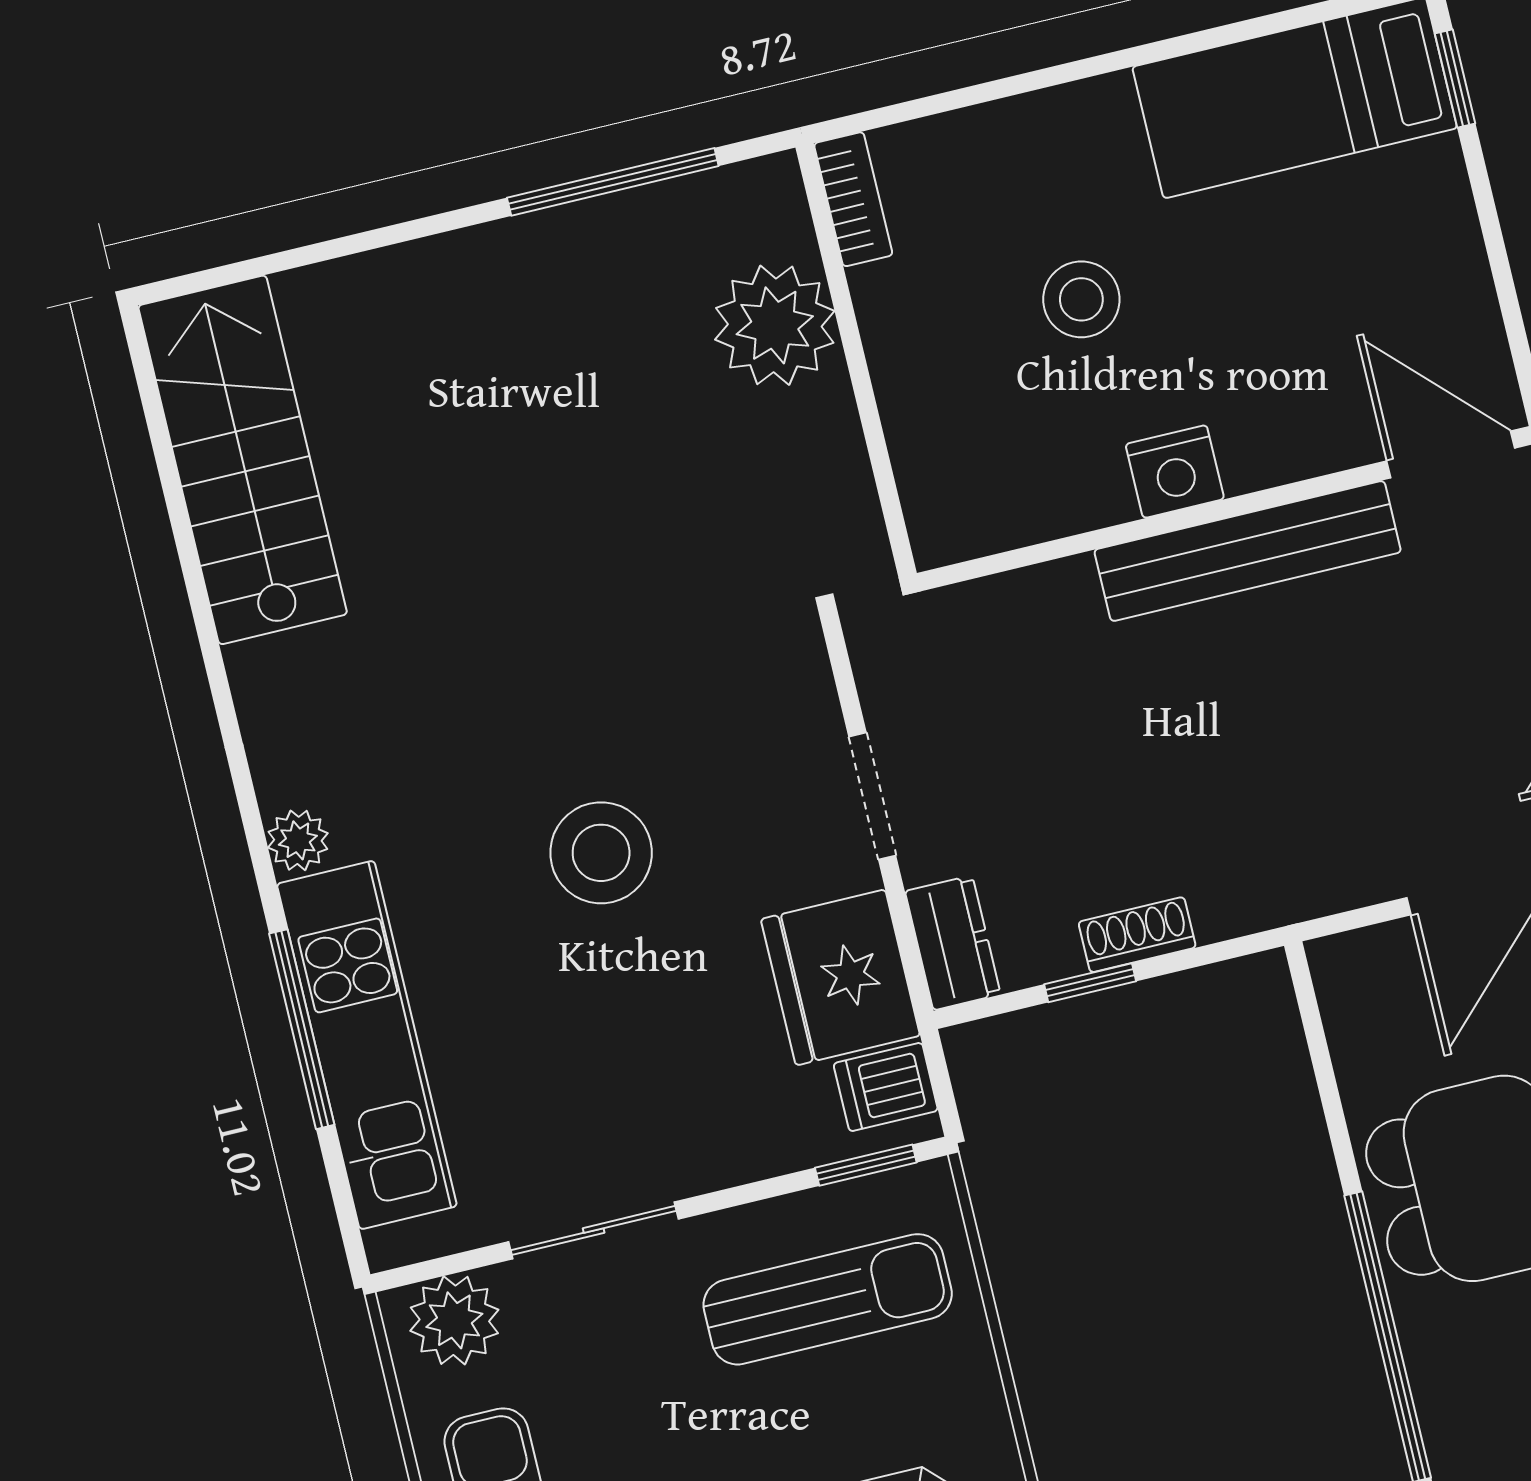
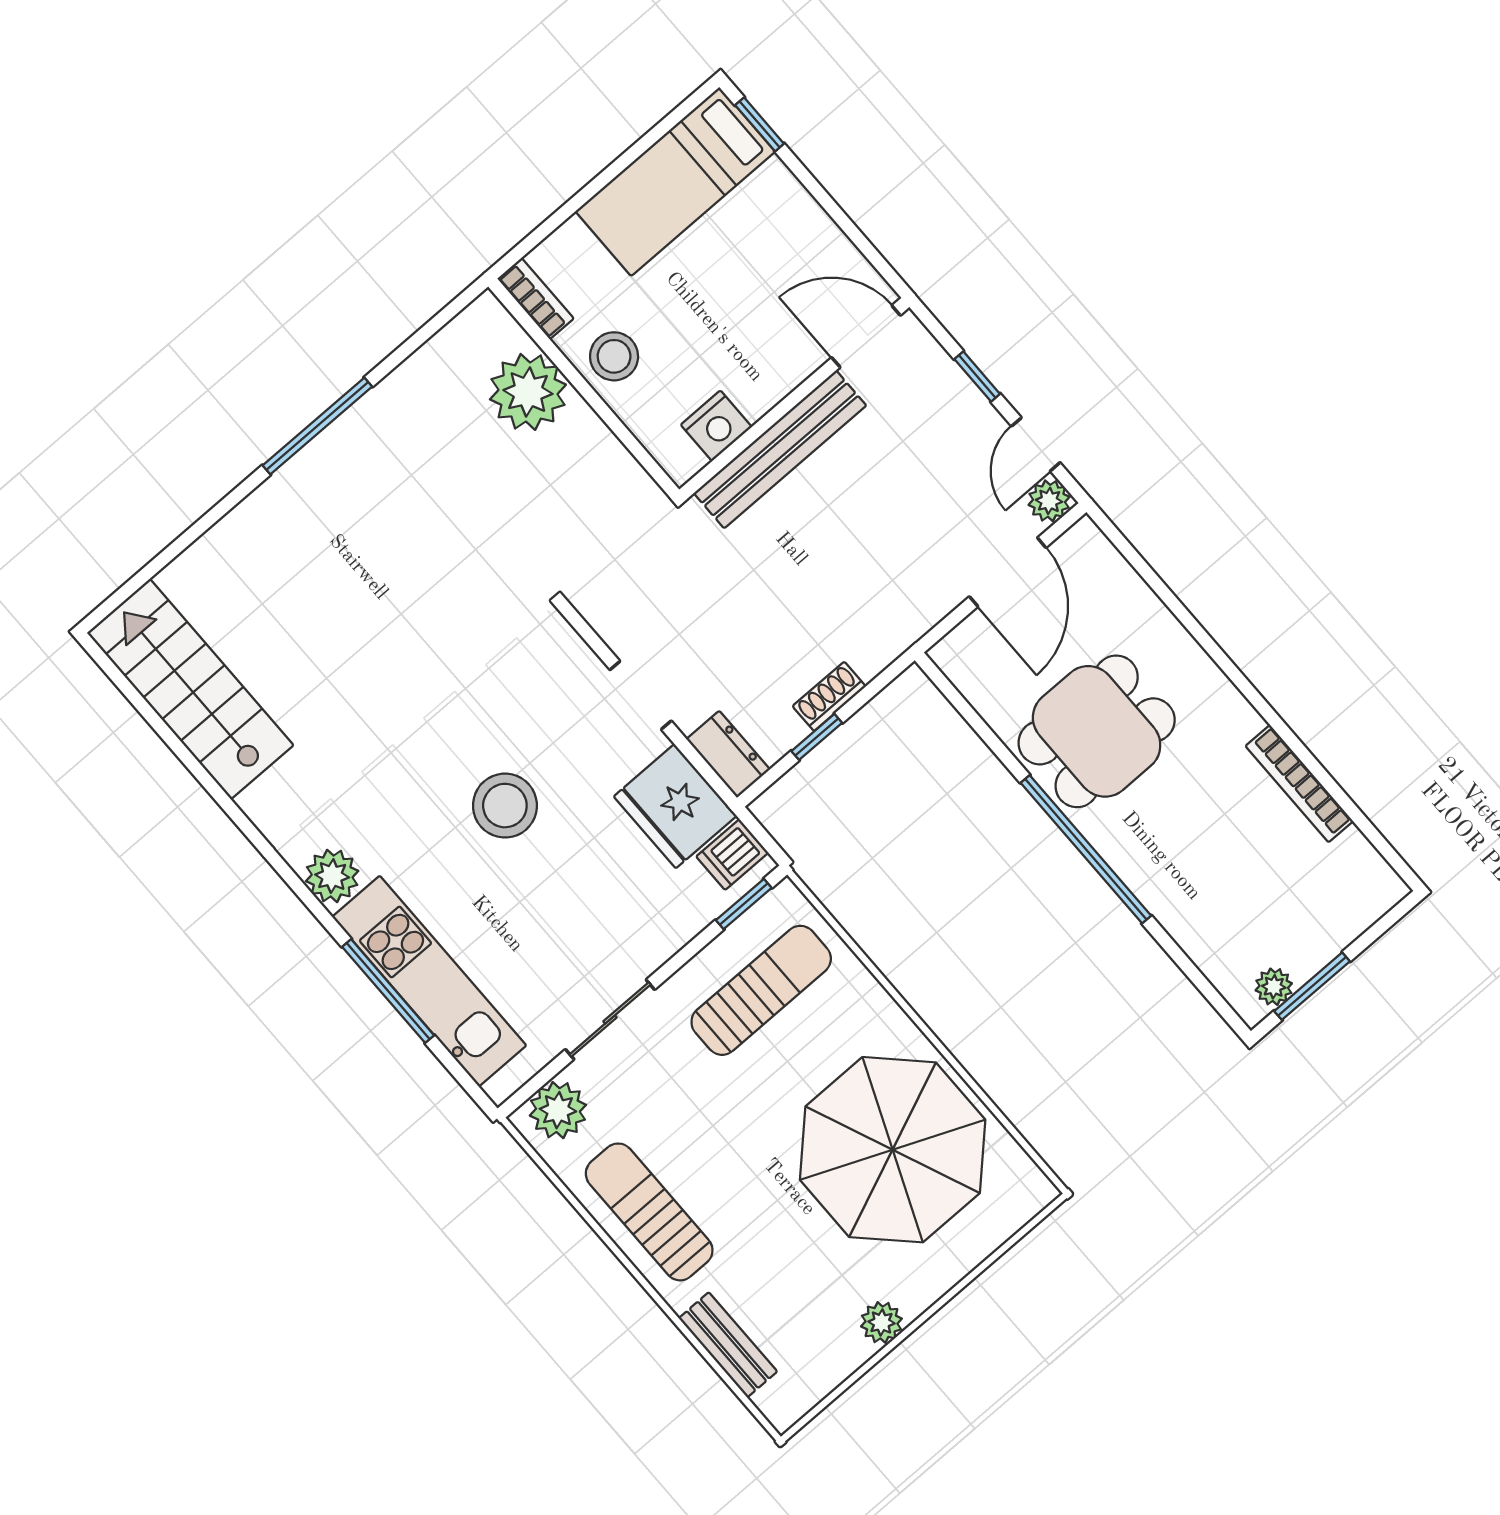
bookcase: (853, 199) -> (536, 299), moved
plant: (775, 325) -> (528, 392), moved
wall: (856, 360) -> (584, 388), moved
plant: (298, 840) -> (332, 876), width x1.38, depth x1.38

